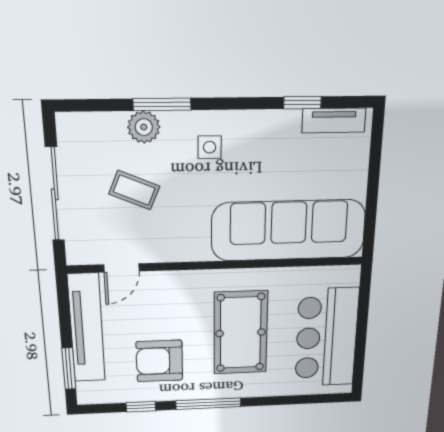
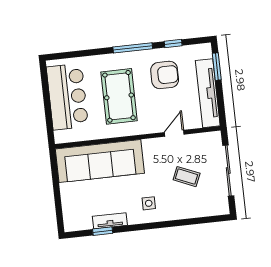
window: (162, 104) -> (176, 223), removed
tv unit: (334, 121) -> (110, 221), moved
plant: (144, 127) -> (184, 211), removed
door: (122, 268) -> (174, 133), moved

